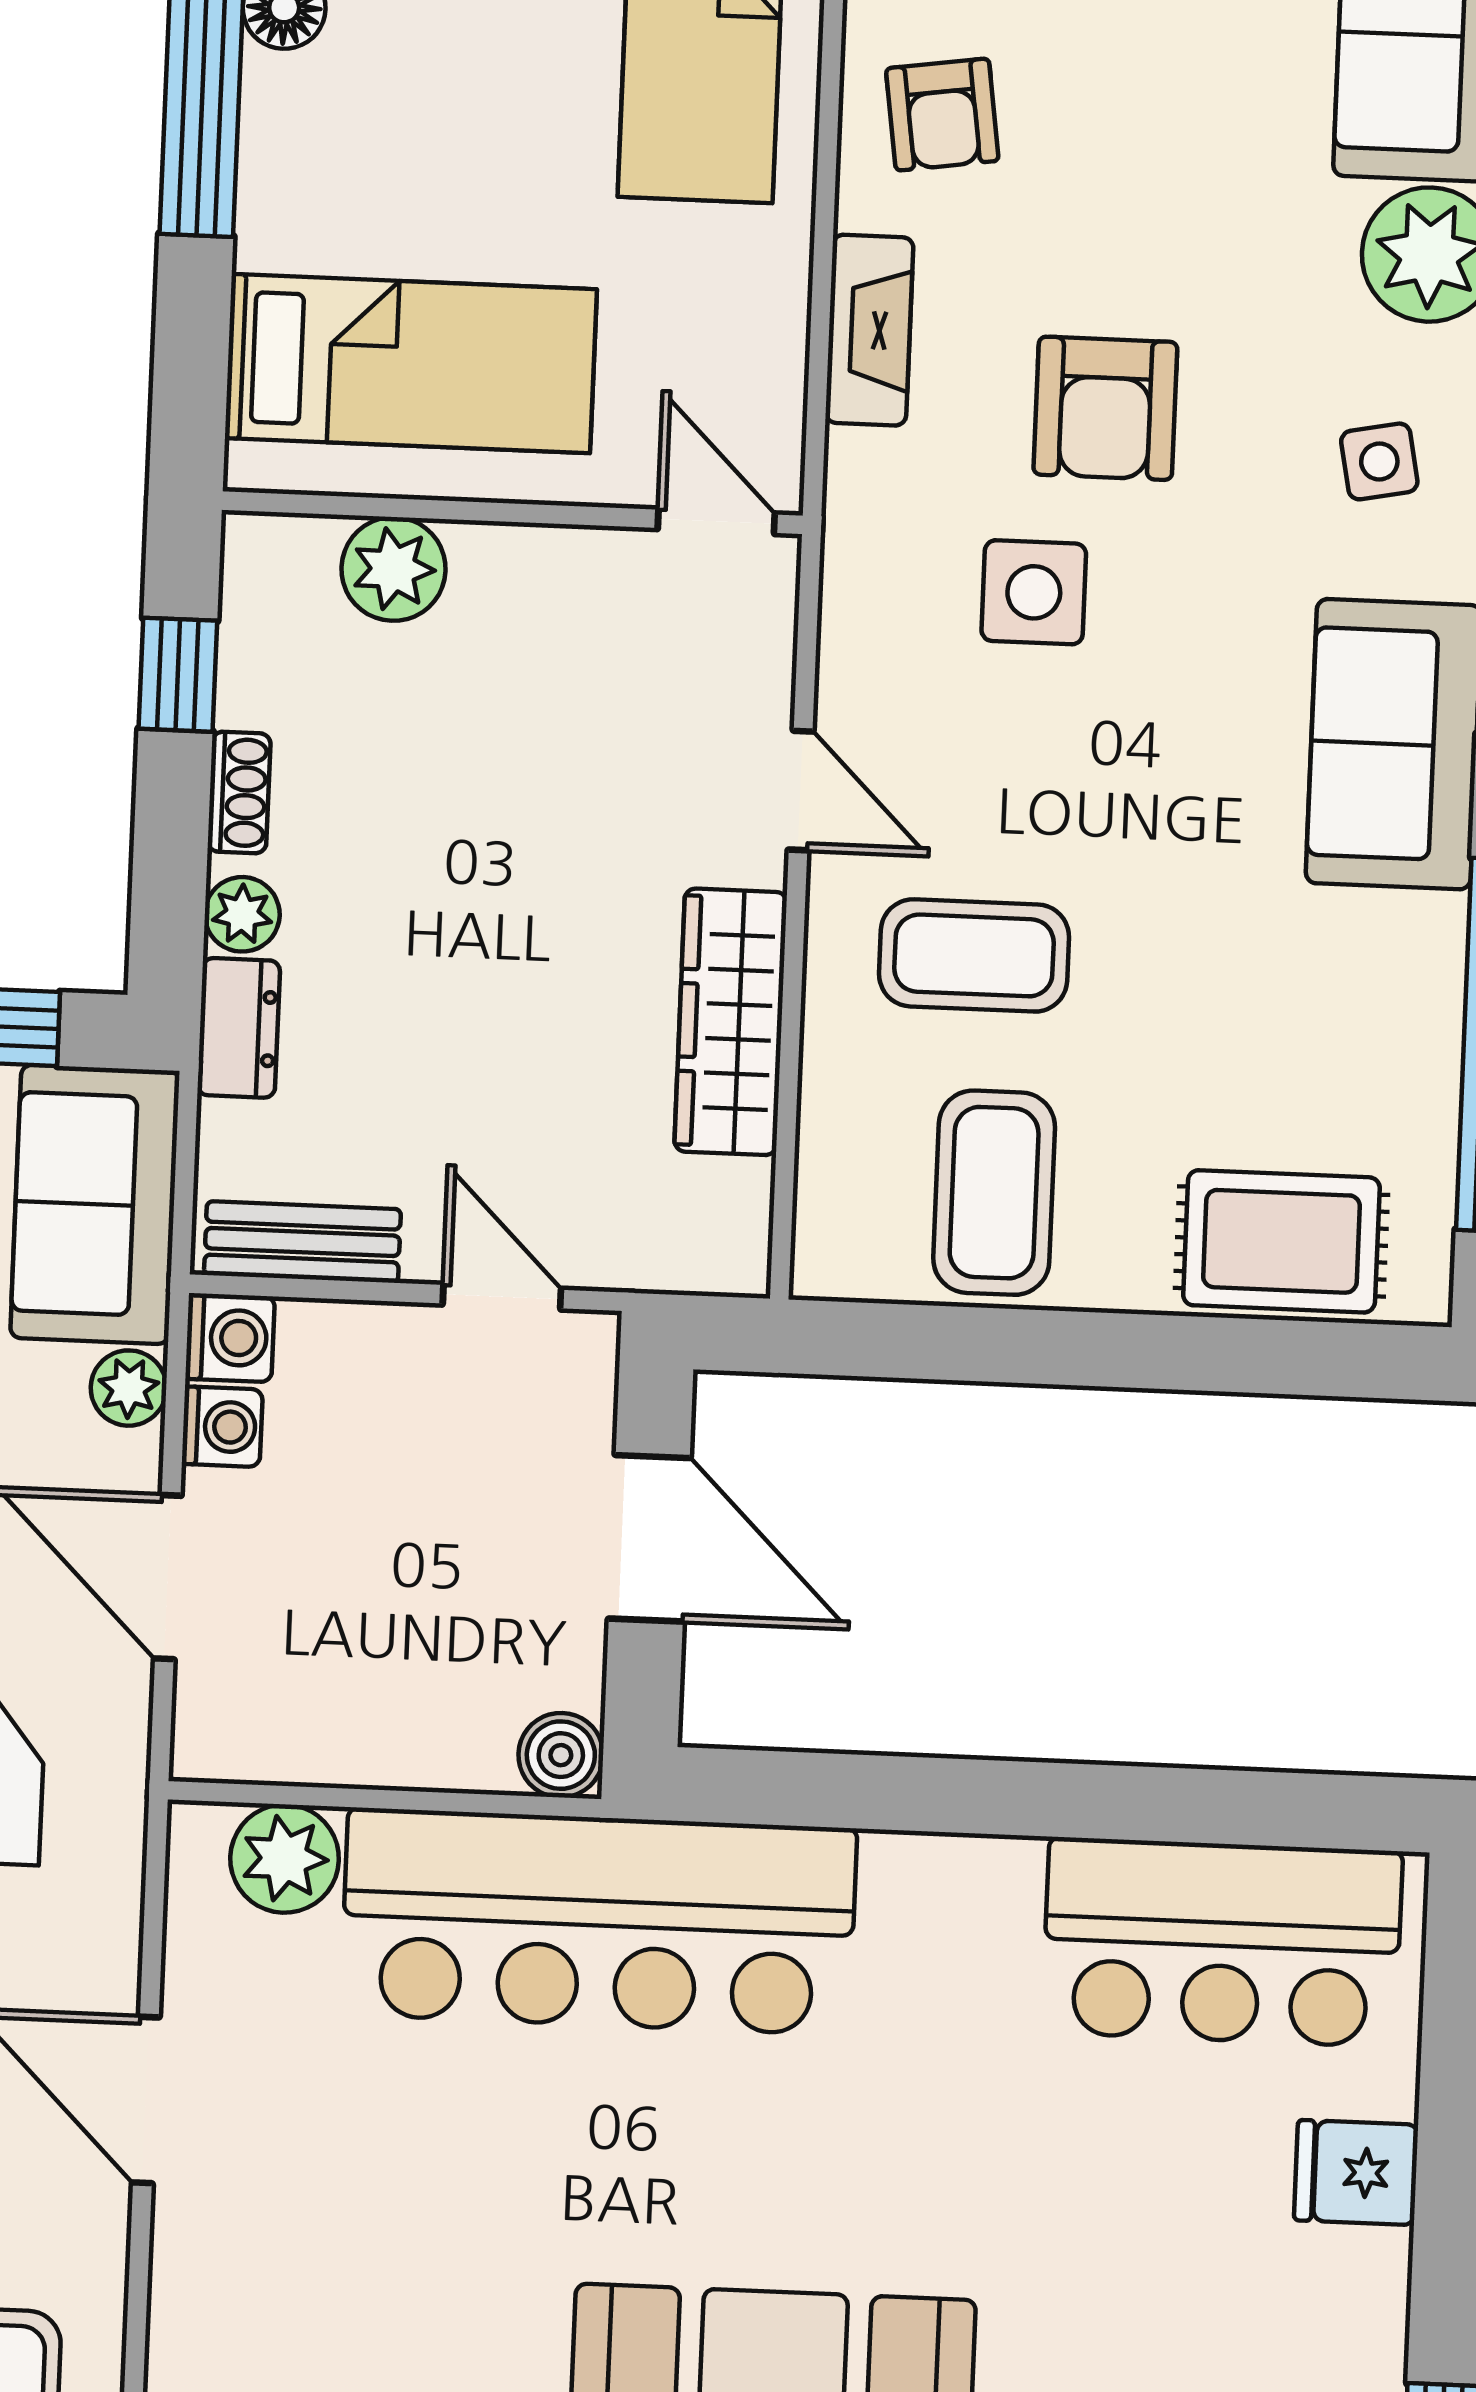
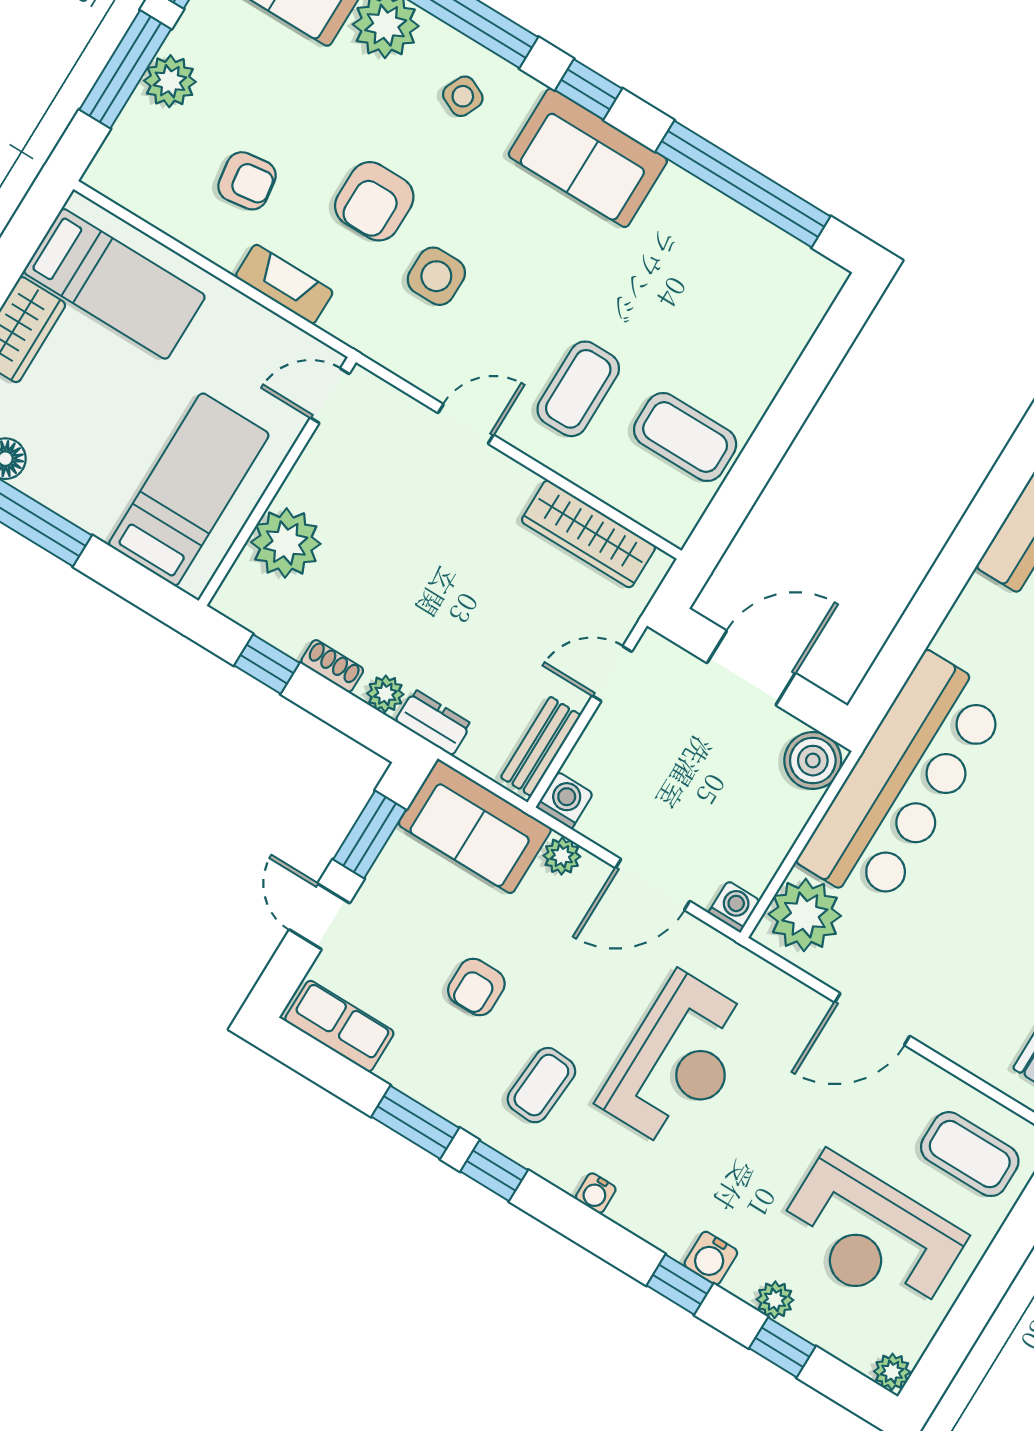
armchair: (942, 115) -> (247, 181), moved
armchair: (1105, 408) -> (374, 201), turned 90
side table: (1379, 461) -> (463, 96), turned 36
plant: (393, 569) -> (286, 543), width x1.36, depth x1.36
wardrobe: (731, 1022) -> (588, 534), moved
rug: (1281, 1241) -> (775, 325), removed
washing machine: (222, 1427) -> (734, 907), moved
boiler: (561, 1755) -> (813, 761), width x1.36, depth x1.36
plant: (285, 1859) -> (805, 915), width x1.36, depth x1.36

